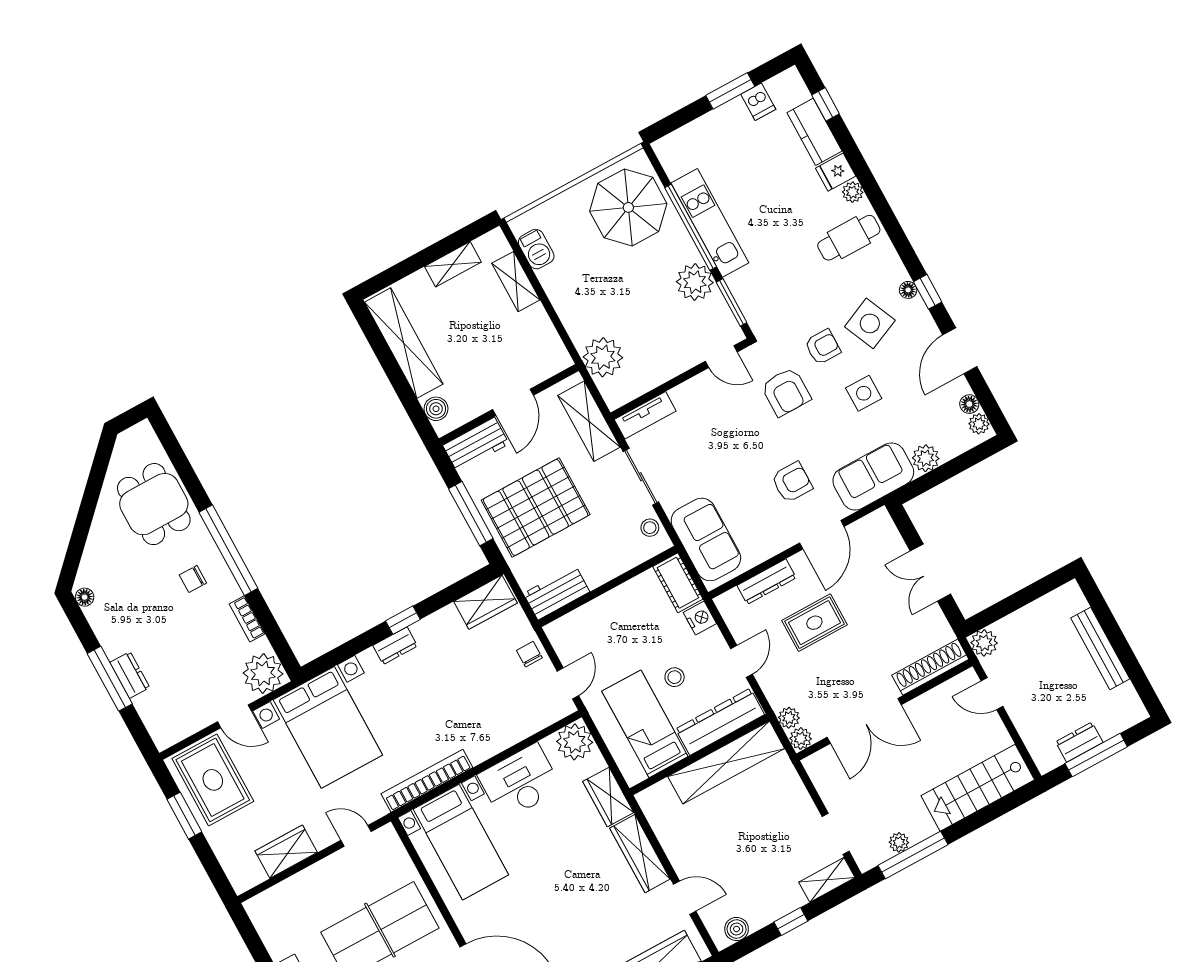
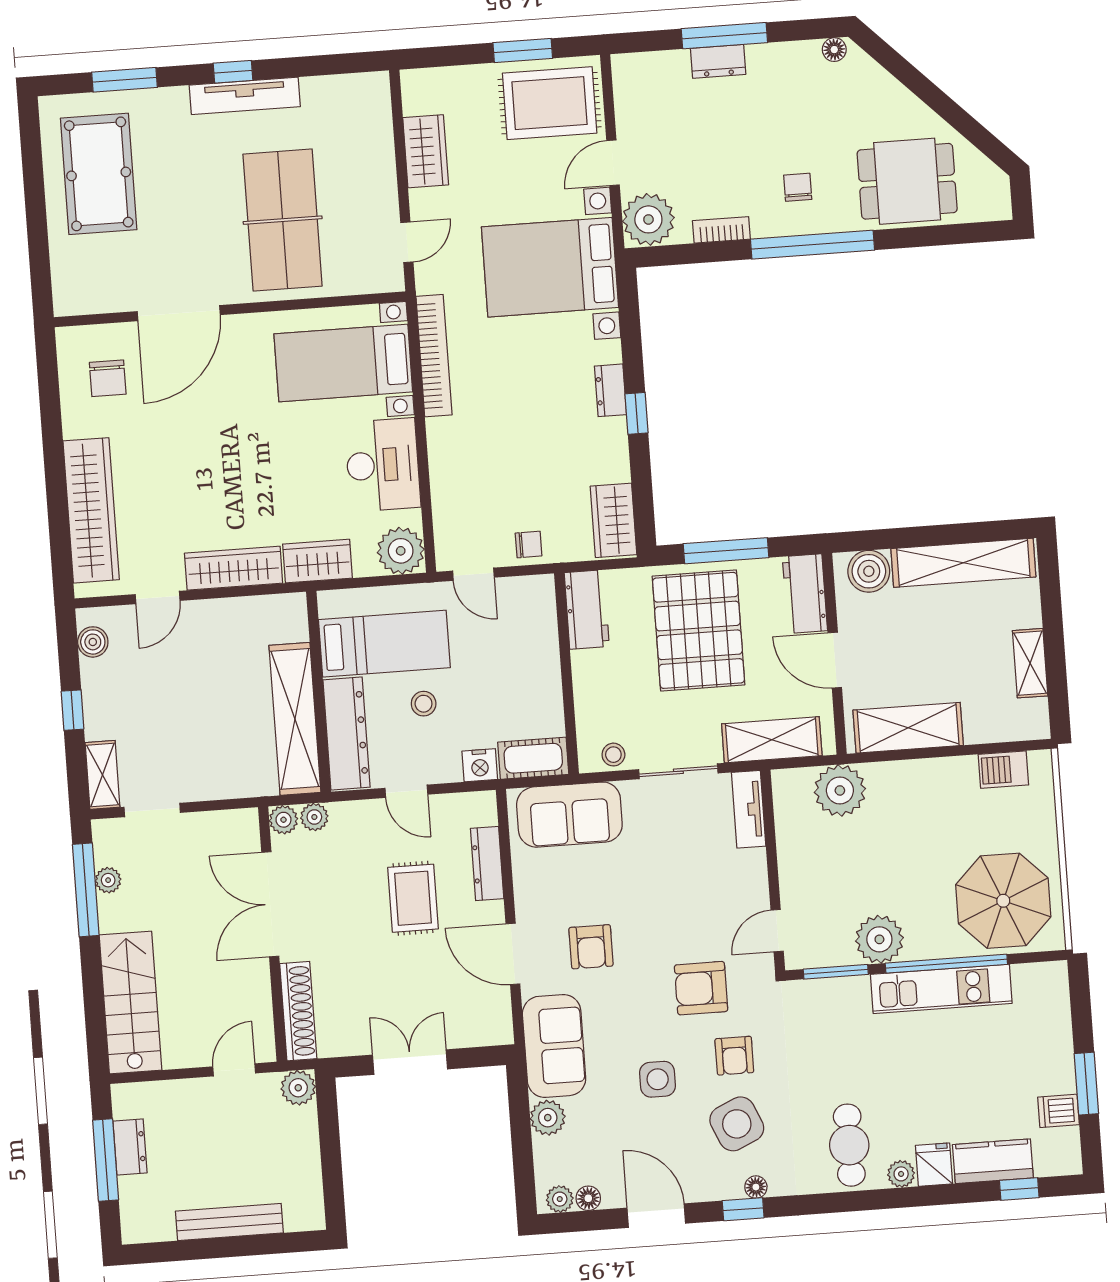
shelving: (516, 282) -> (908, 728), moved, width x1.50, depth x1.33
boiler: (436, 409) -> (869, 571), width x1.36, depth x1.36

